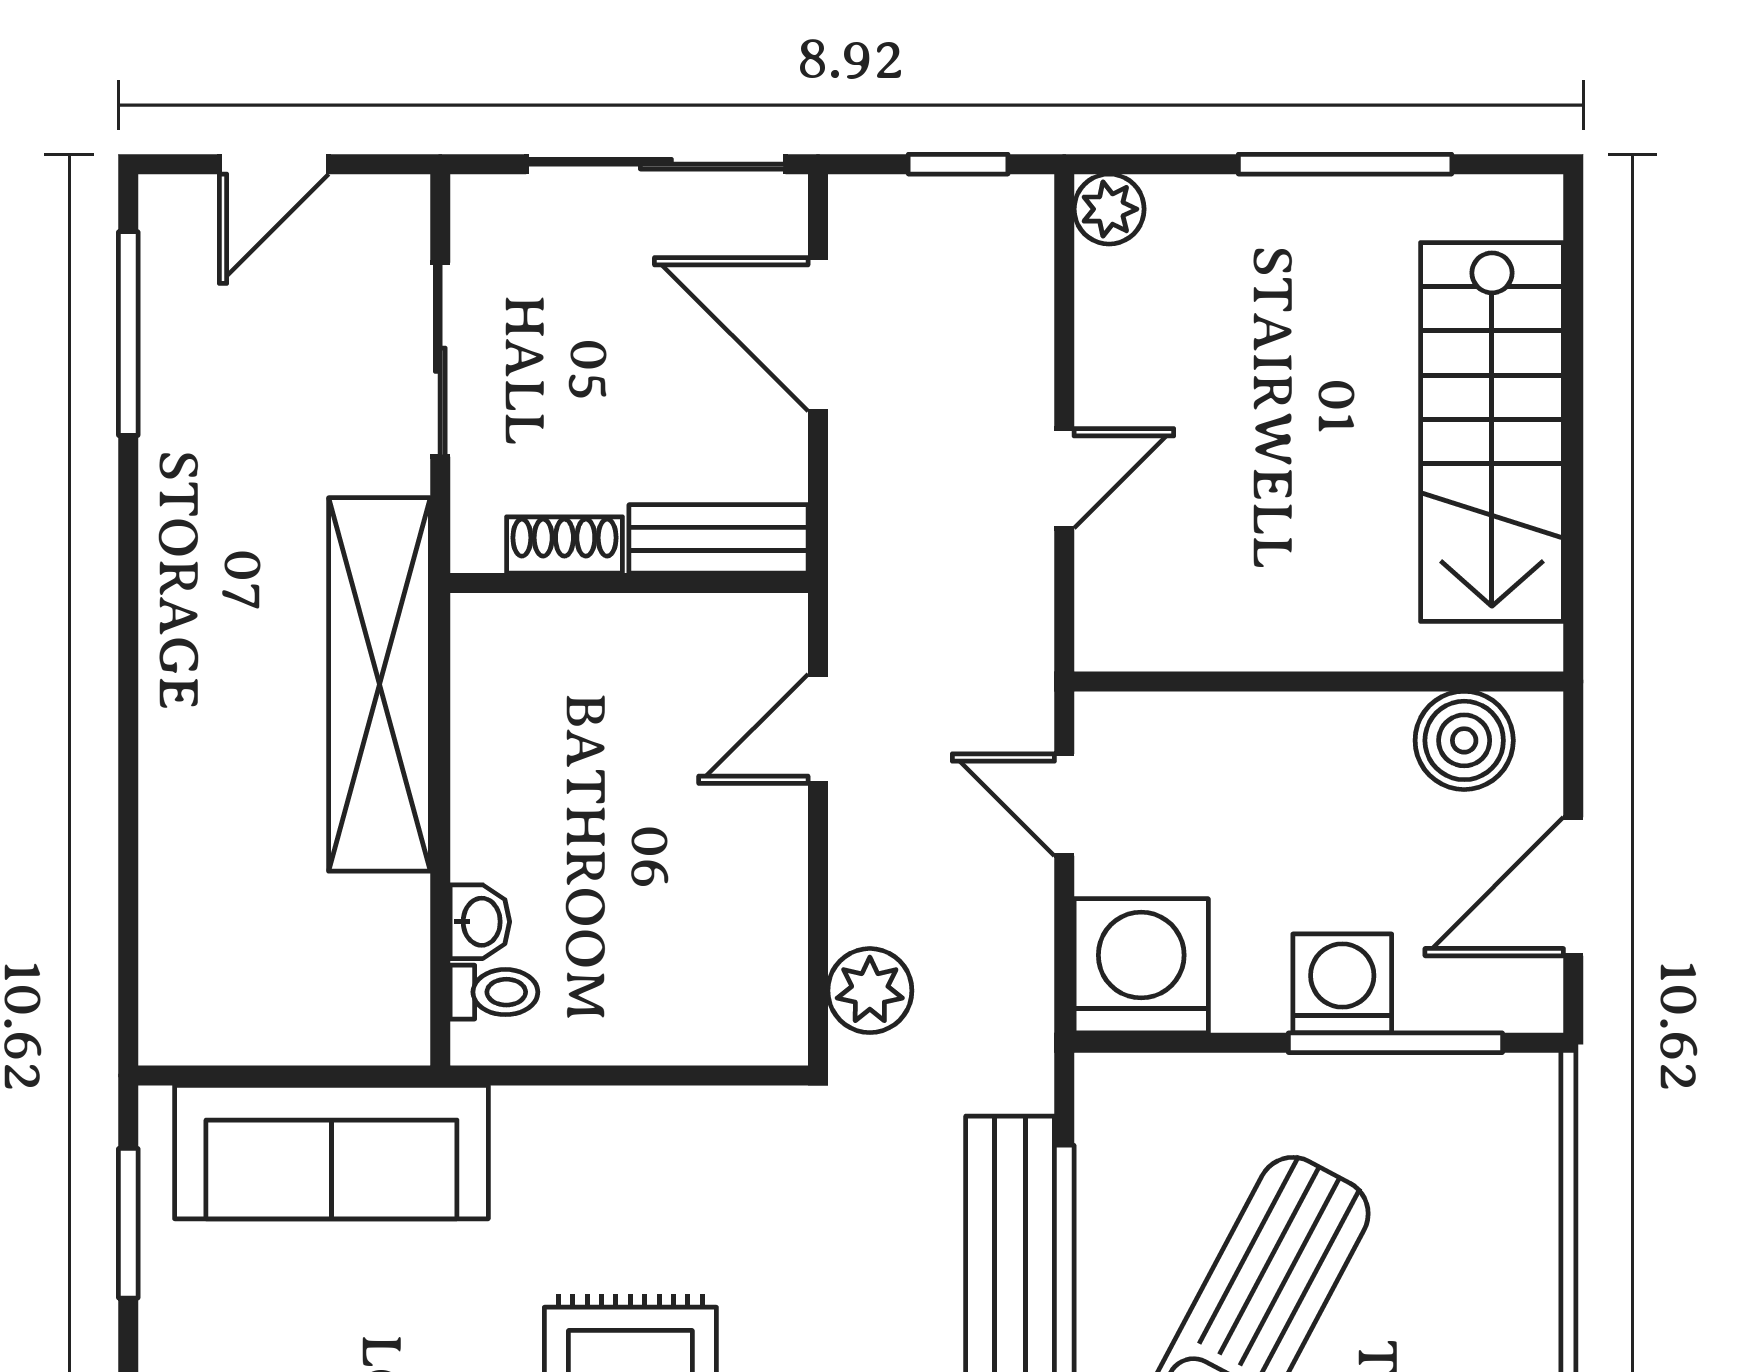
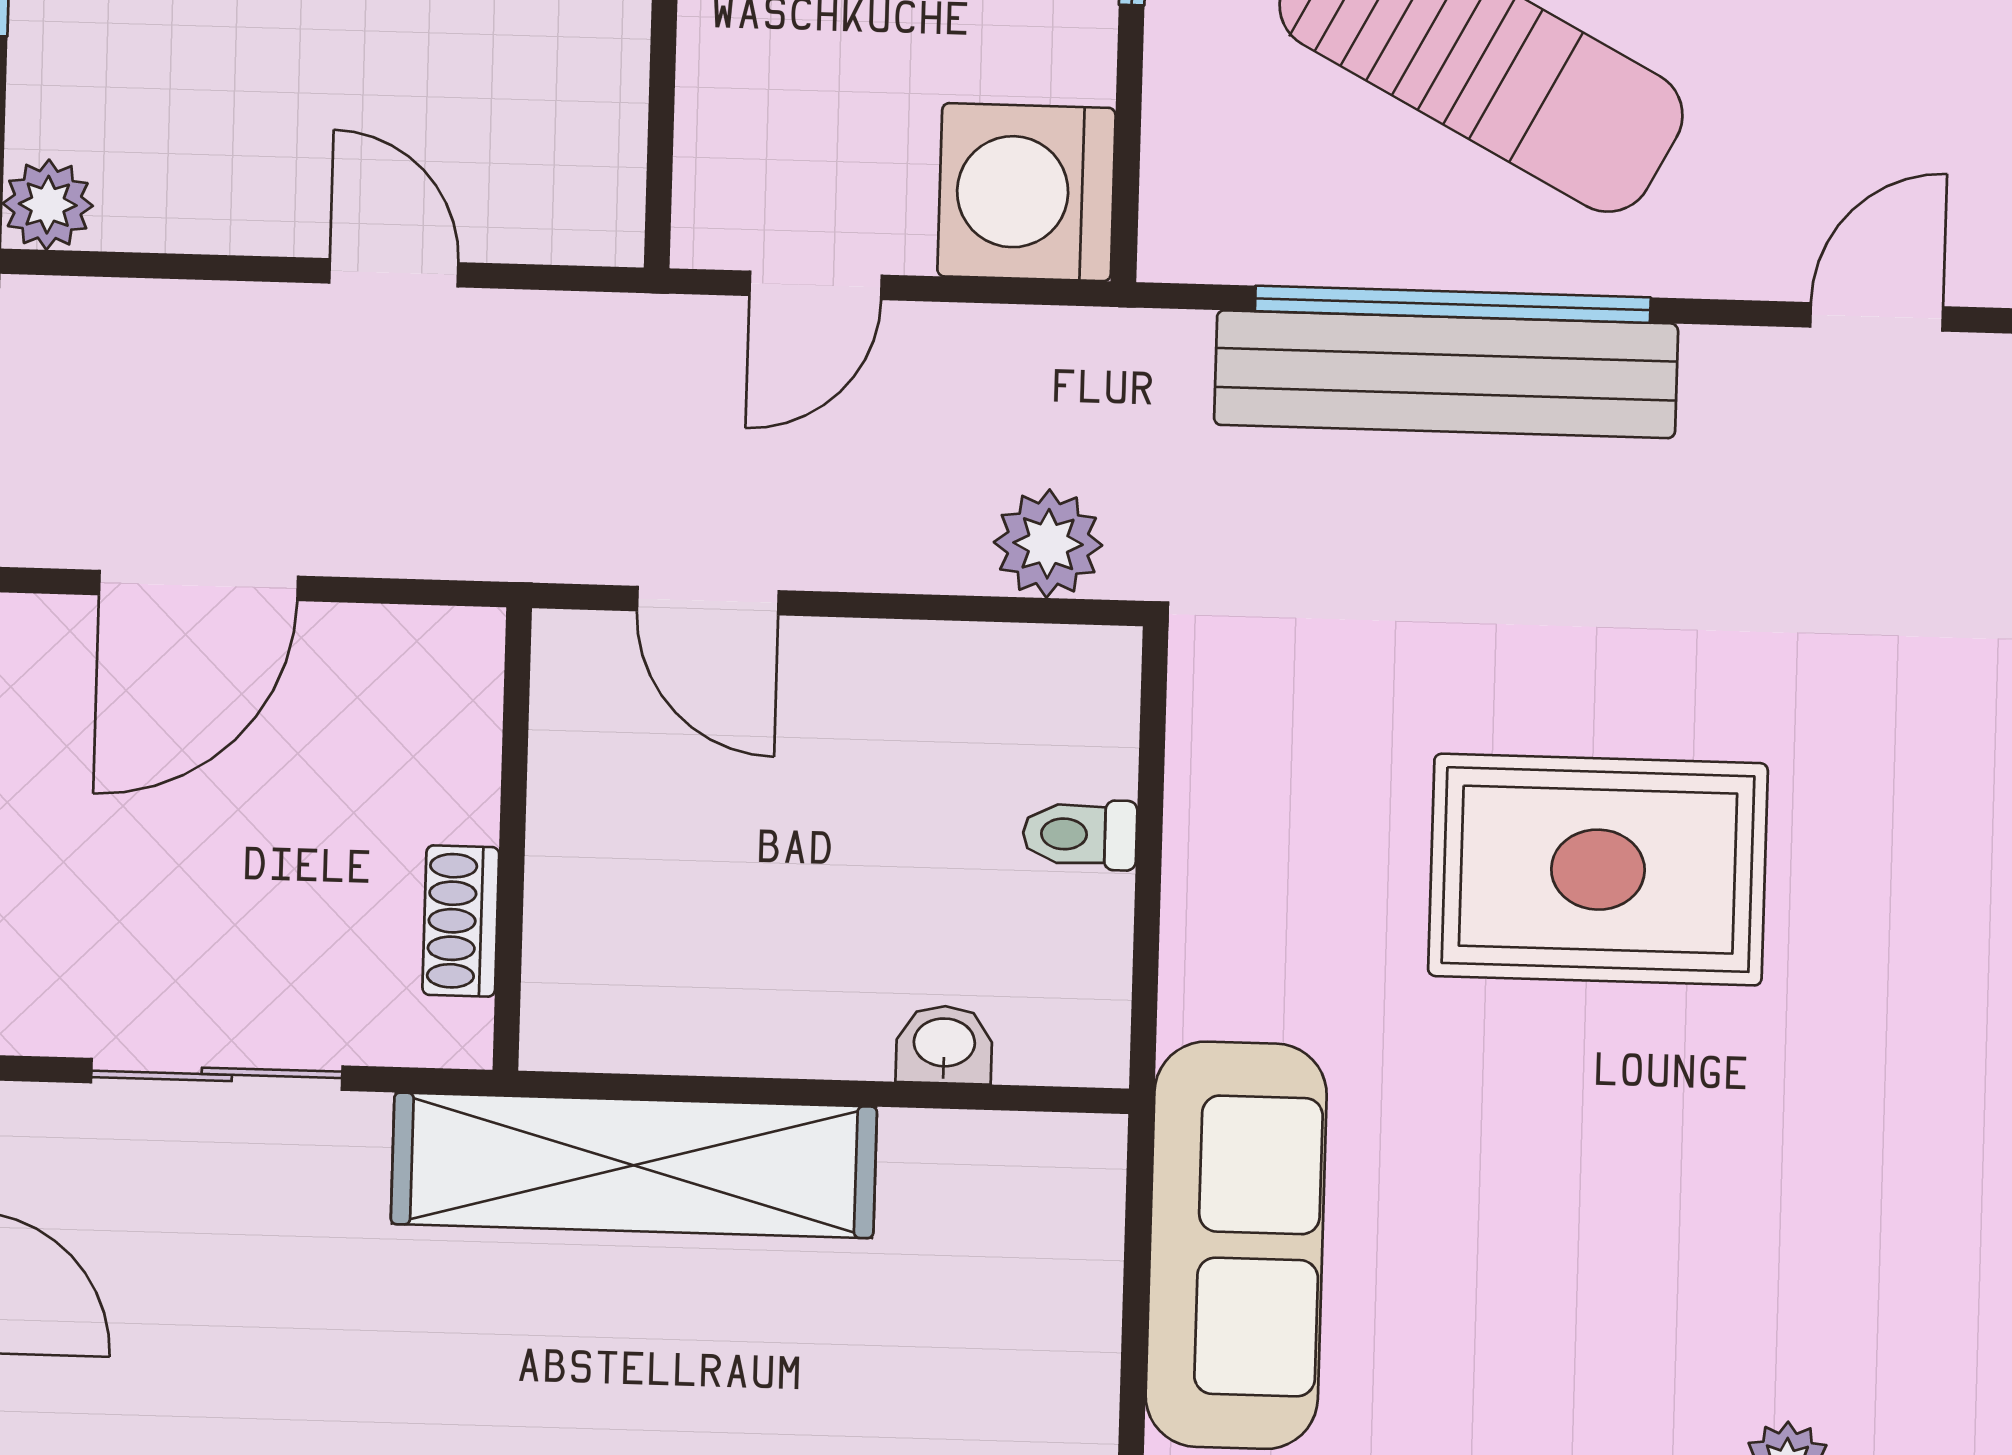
bench: (719, 539) -> (459, 722), removed
toilet: (494, 992) -> (1080, 834), moved, turned -90

